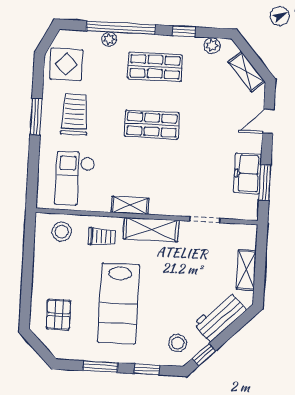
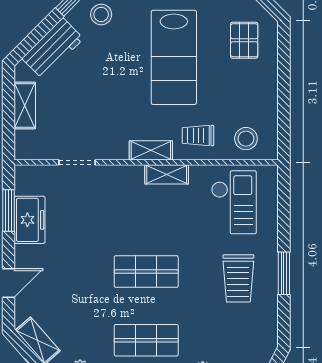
display table: (66, 64) -> (251, 337), removed
shelving: (151, 230) -> (151, 150), width x0.67, depth x0.75
lab bench: (119, 304) -> (174, 57), turned 180

